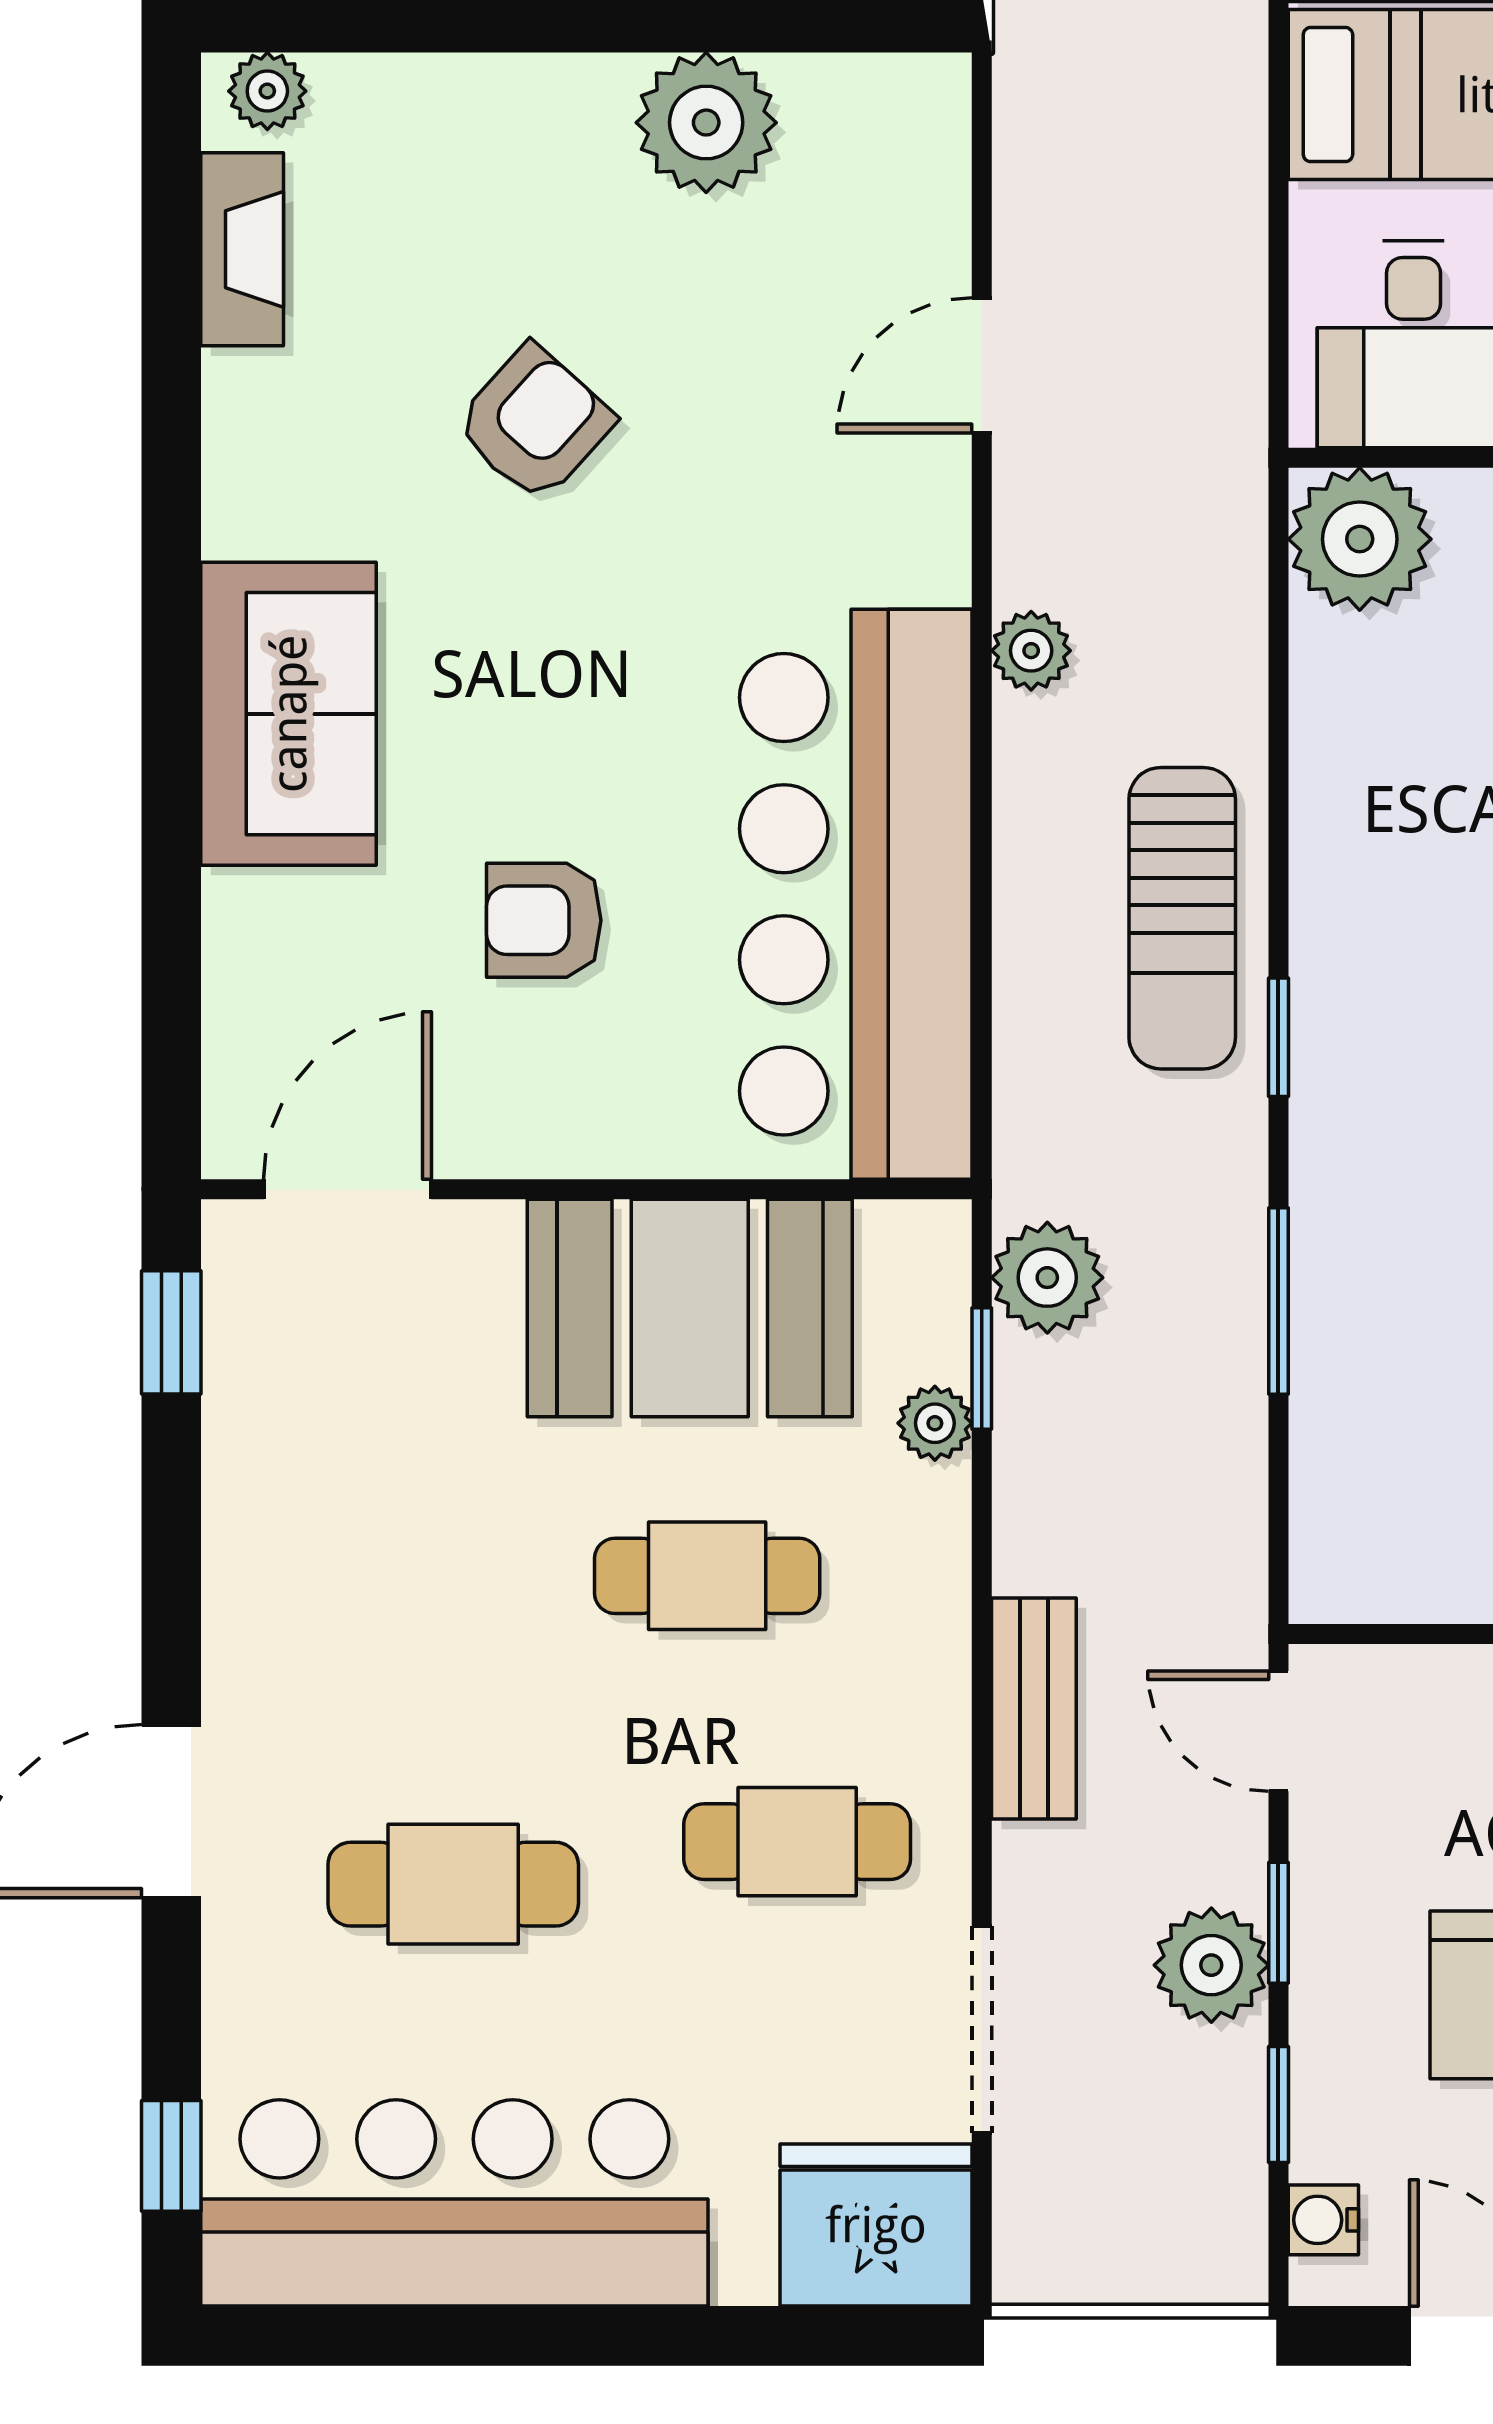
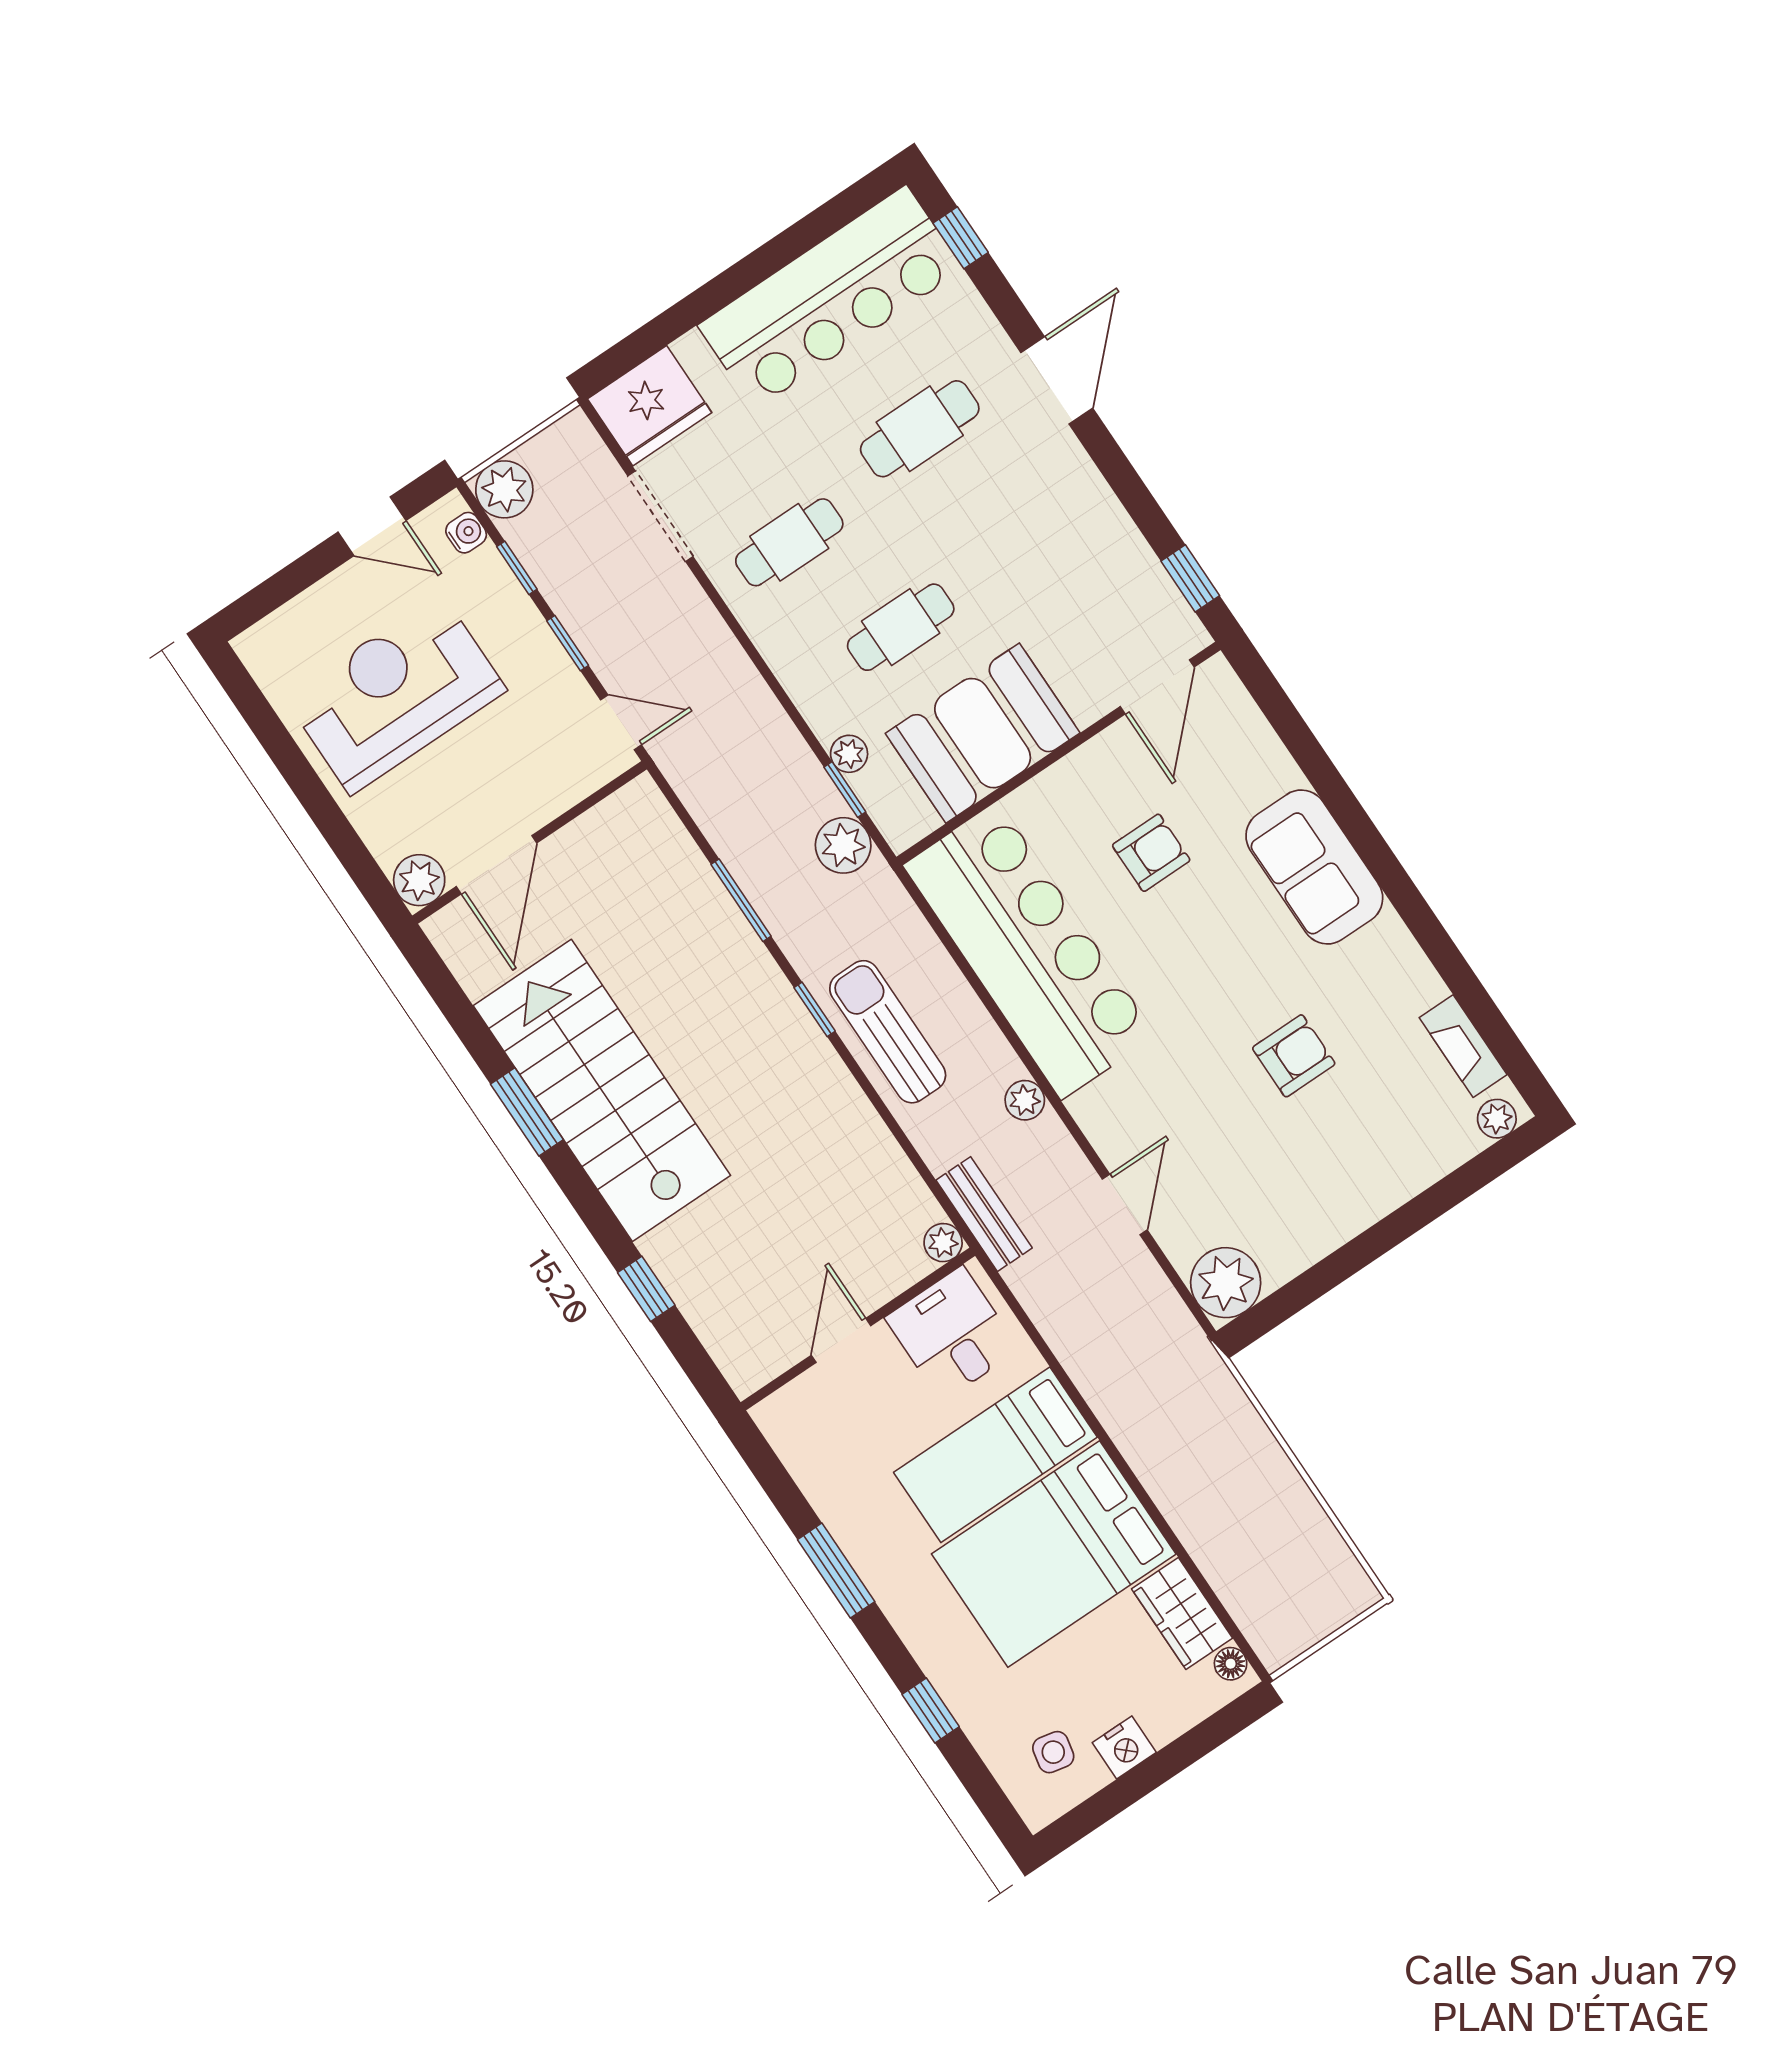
plant: (706, 123) -> (1226, 1283), moved
armchair: (534, 423) -> (1294, 1056), turned -132
plant: (1360, 539) -> (943, 1243), width x0.53, depth x0.53
bench: (1034, 1709) -> (984, 1214), moved
plant: (1211, 1965) -> (504, 489), moved

